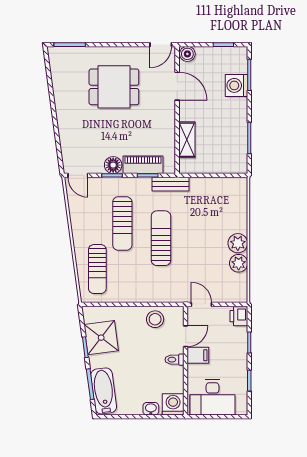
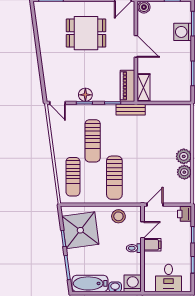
door: (177, 86) -> (136, 46), moved
shelving: (187, 140) -> (143, 88), moved
piano: (143, 165) -> (127, 86), moved, turned -90
sun lounger: (161, 238) -> (114, 178), moved, turned 180
door: (201, 304) -> (155, 205), hinge flipped
shower: (101, 338) -> (80, 230), width x1.37, depth x1.37
bathtub: (104, 391) -> (90, 283), moved, turned -82
desk: (212, 397) -> (169, 278), width x0.73

